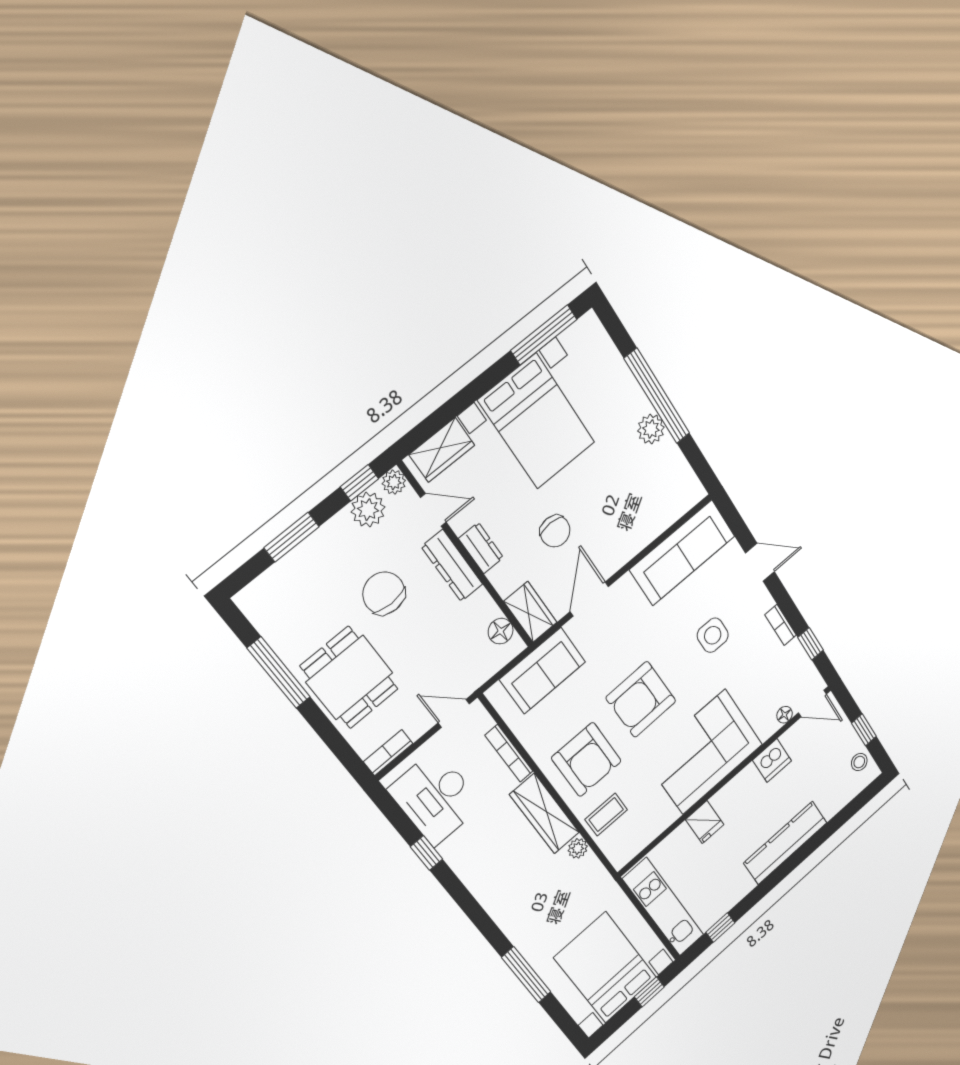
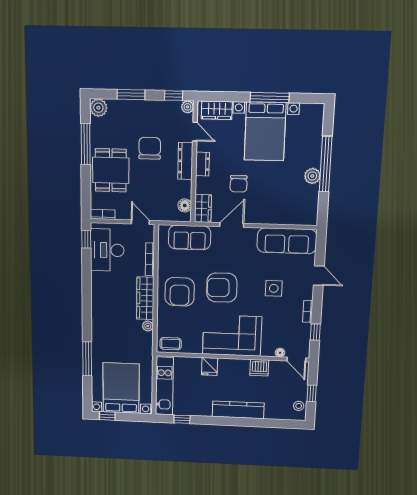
window: (544, 335) -> (270, 98), moved
plant: (368, 510) -> (98, 108), moved
coffee table: (606, 815) -> (171, 344), moved
window: (426, 853) -> (86, 239), moved
window: (649, 992) -> (107, 416), moved

